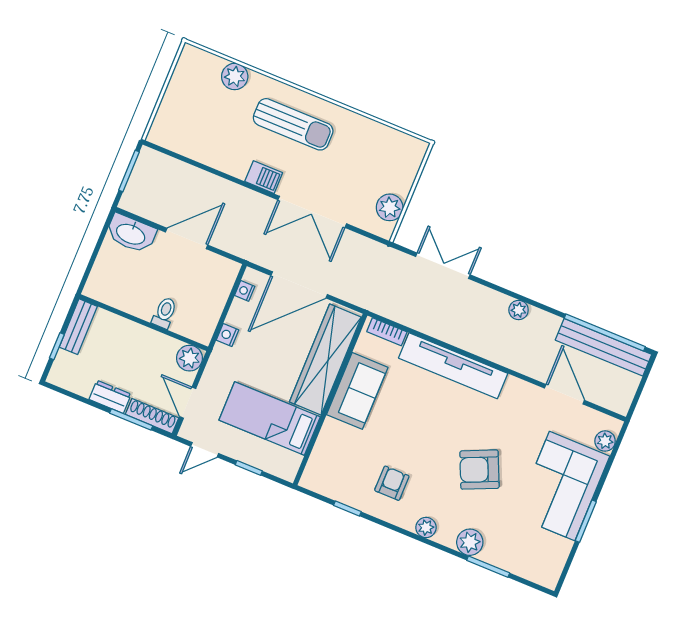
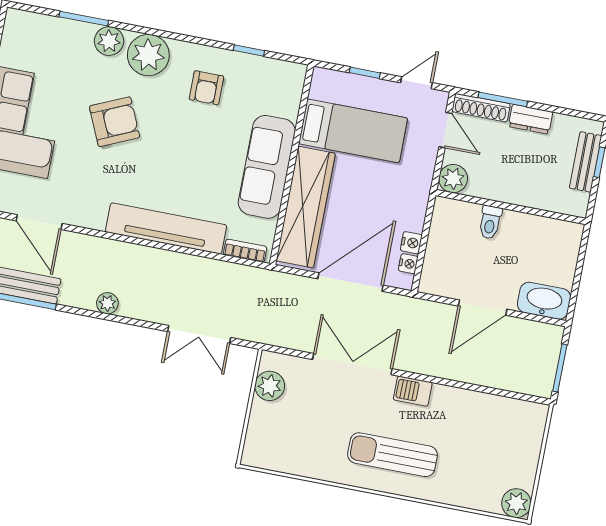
plant: (235, 77) -> (516, 503), moved
bench: (78, 327) -> (586, 162), moved
nightstand: (227, 335) -> (411, 243), moved
sofa: (357, 391) -> (267, 167), width x1.36
plant: (426, 527) -> (148, 55), width x1.87, depth x1.87

